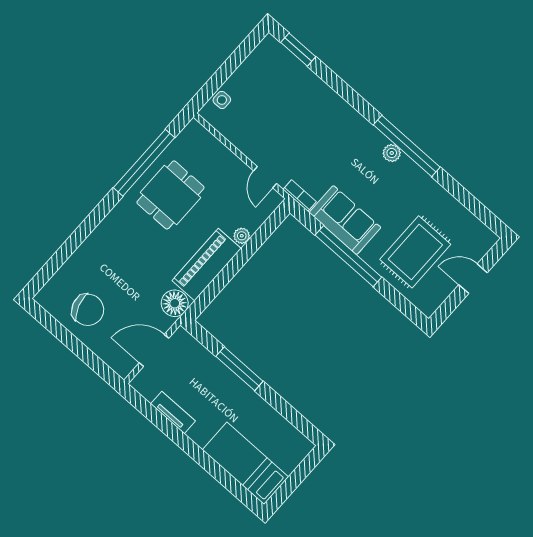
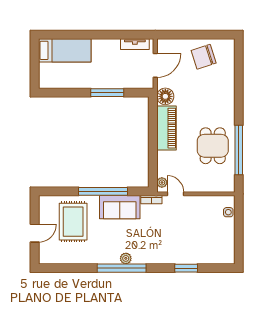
window: (298, 50) -> (186, 268), moved
plant: (242, 236) -> (162, 182), moved
tv unit: (173, 412) -> (135, 44), moved

